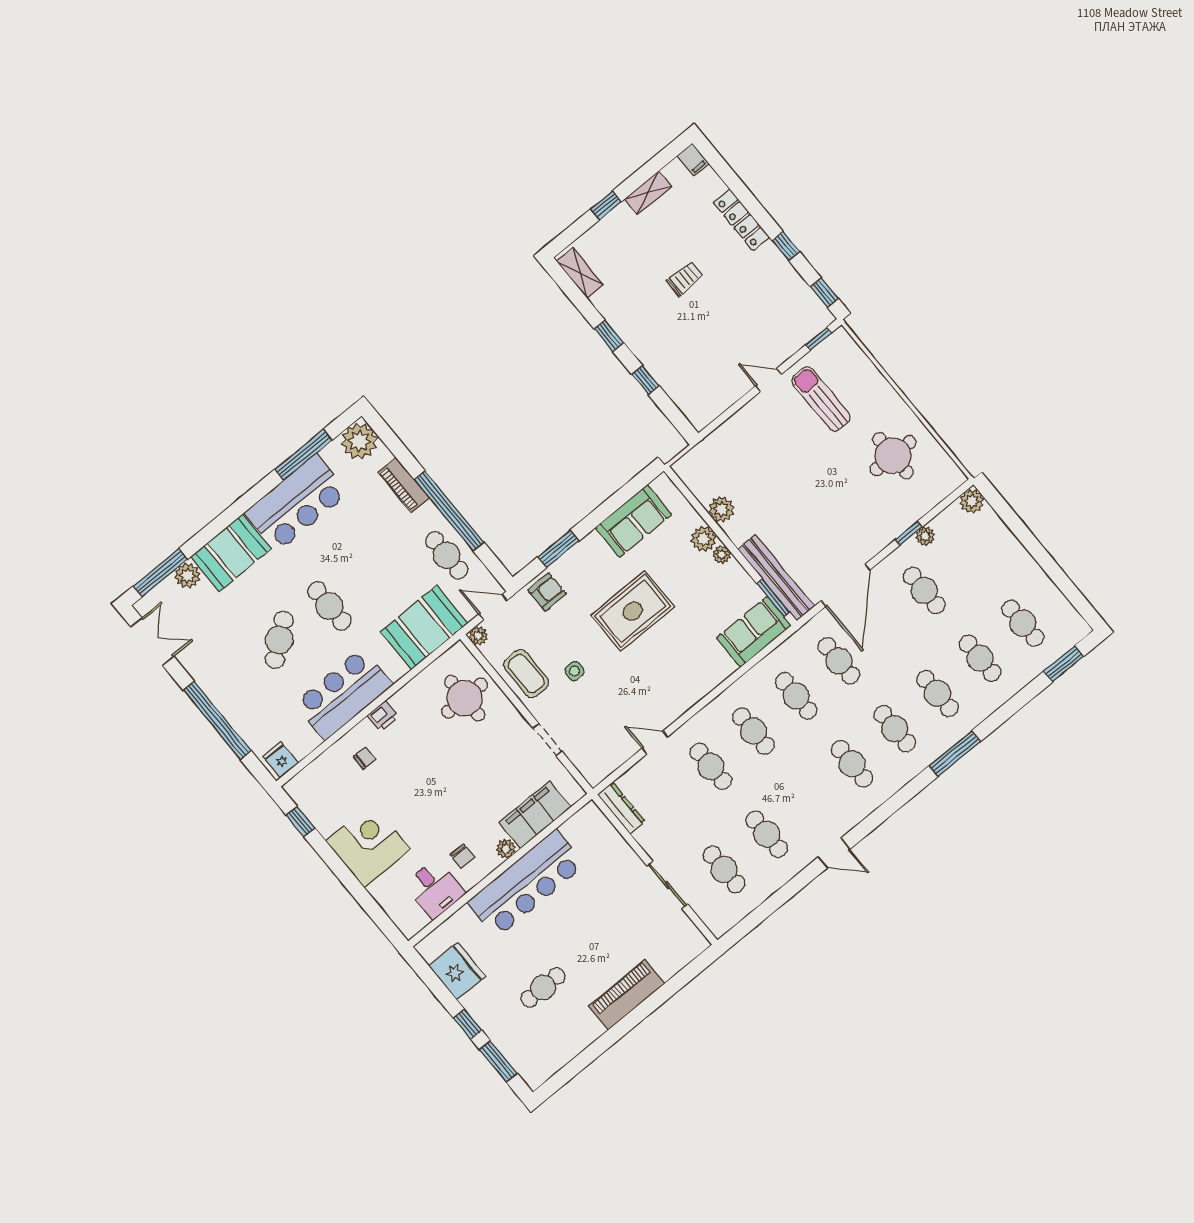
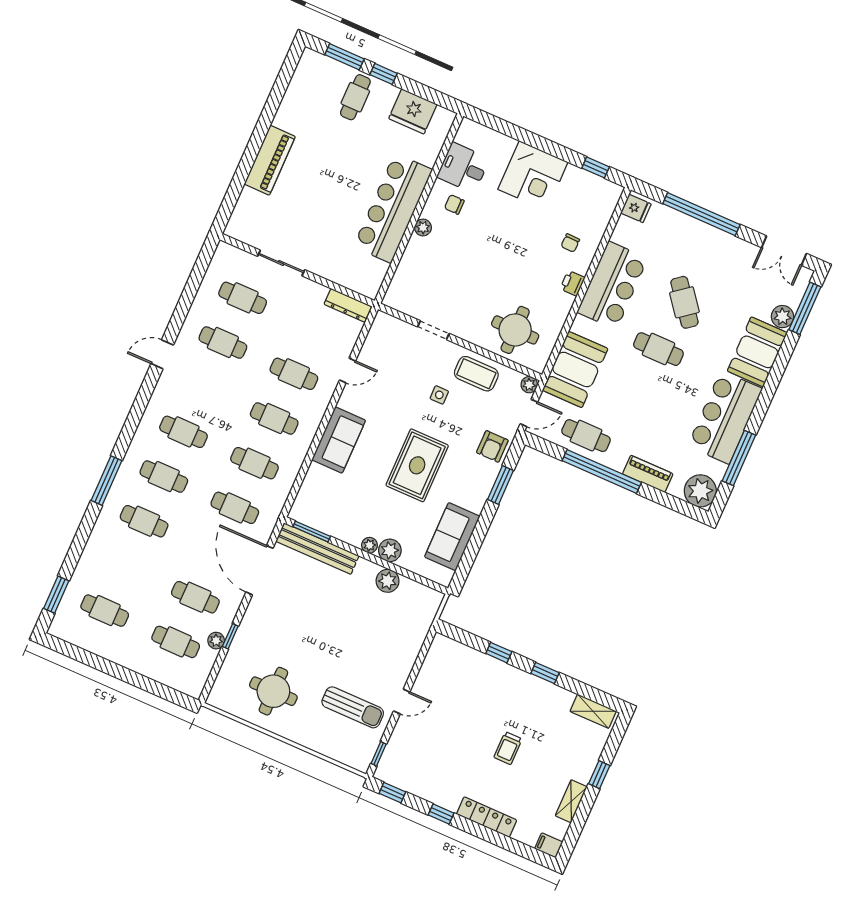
plant: (972, 501) -> (193, 687), removed
sofa: (754, 632) -> (339, 440), moved
cafe table: (980, 658) -> (176, 642), moved
filing cabinet: (535, 815) -> (413, 266), removed
cafe table: (543, 987) -> (355, 97), moved

